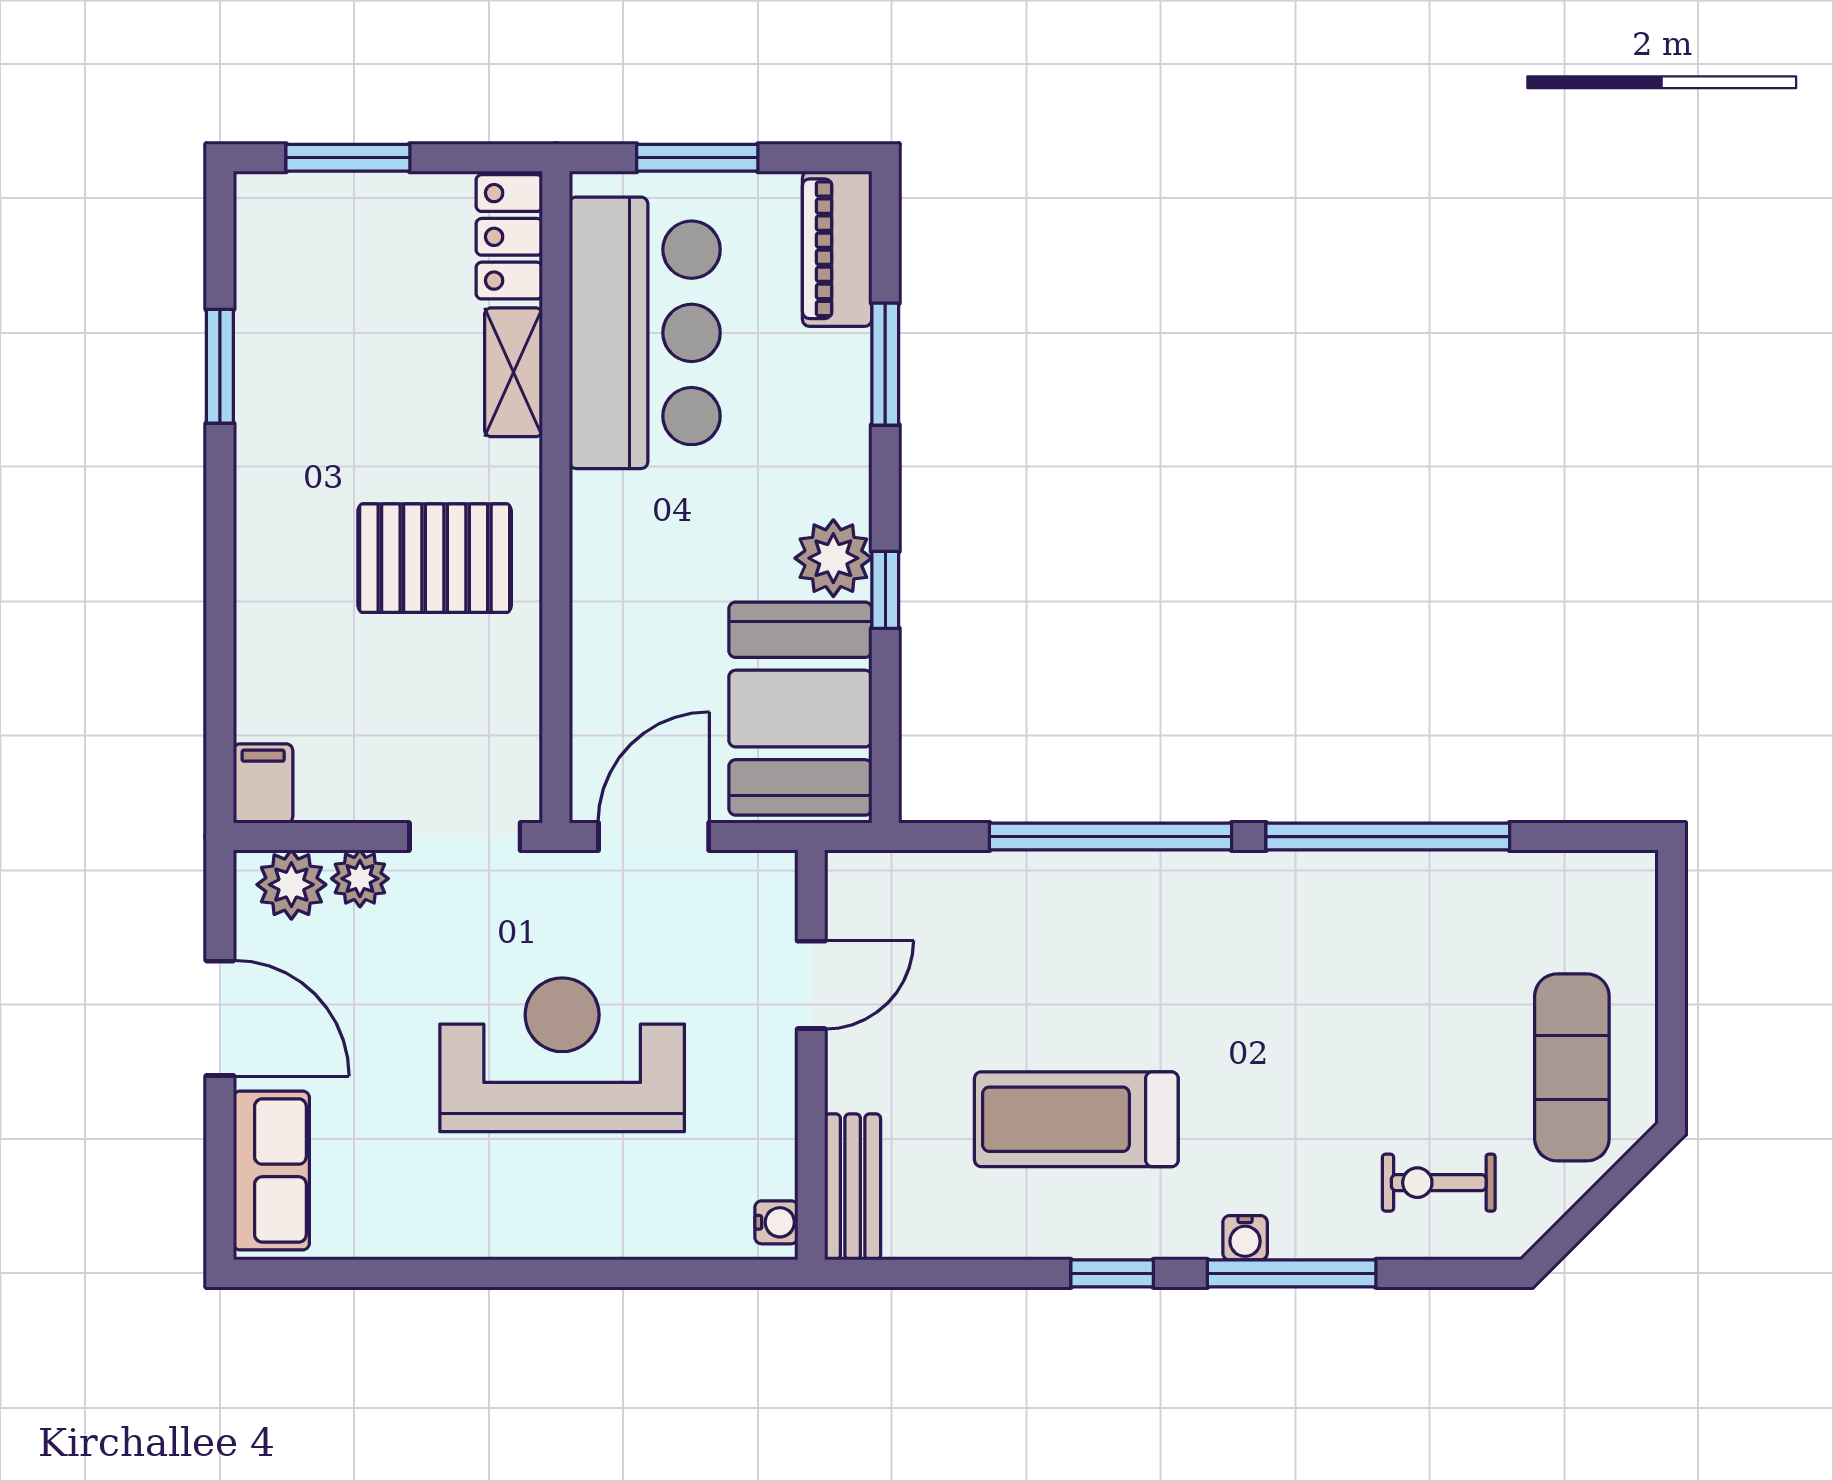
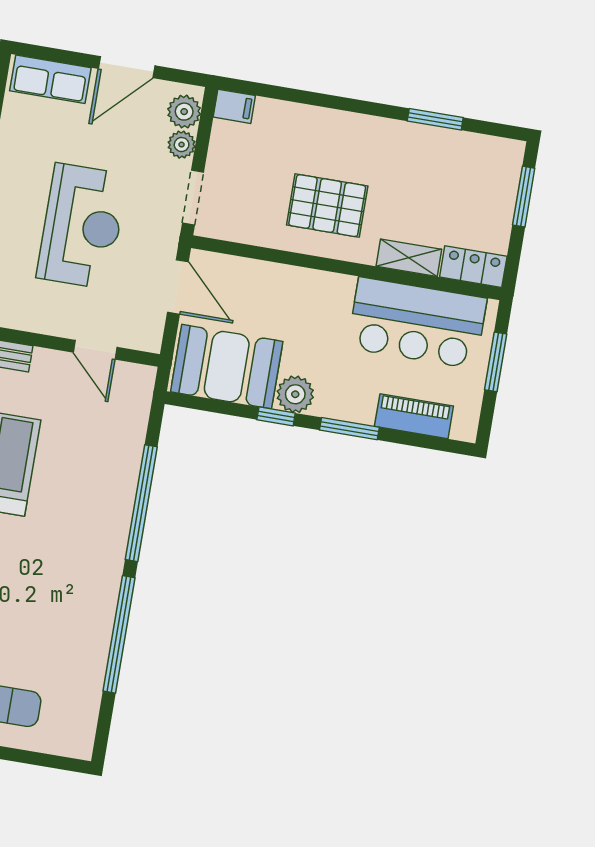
piano: (837, 249) -> (414, 416), moved
window: (885, 364) -> (349, 429), moved
pallet: (435, 558) -> (327, 206), turned 90

